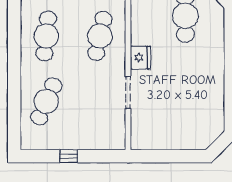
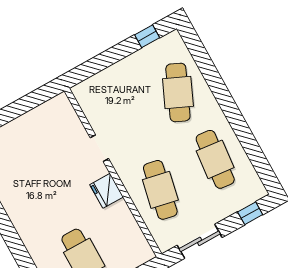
doorway: (128, 92) -> (99, 148), width x0.73
window: (69, 156) -> (147, 36), moved

